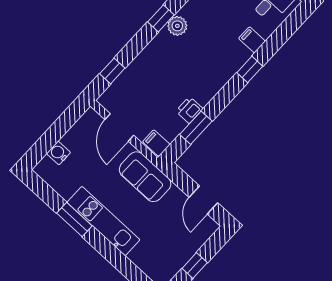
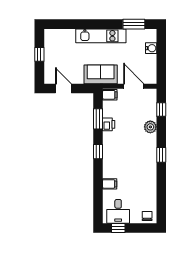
plant: (177, 26) -> (150, 127), moved
window: (250, 69) -> (98, 152), moved
window: (74, 219) -> (134, 24), moved

